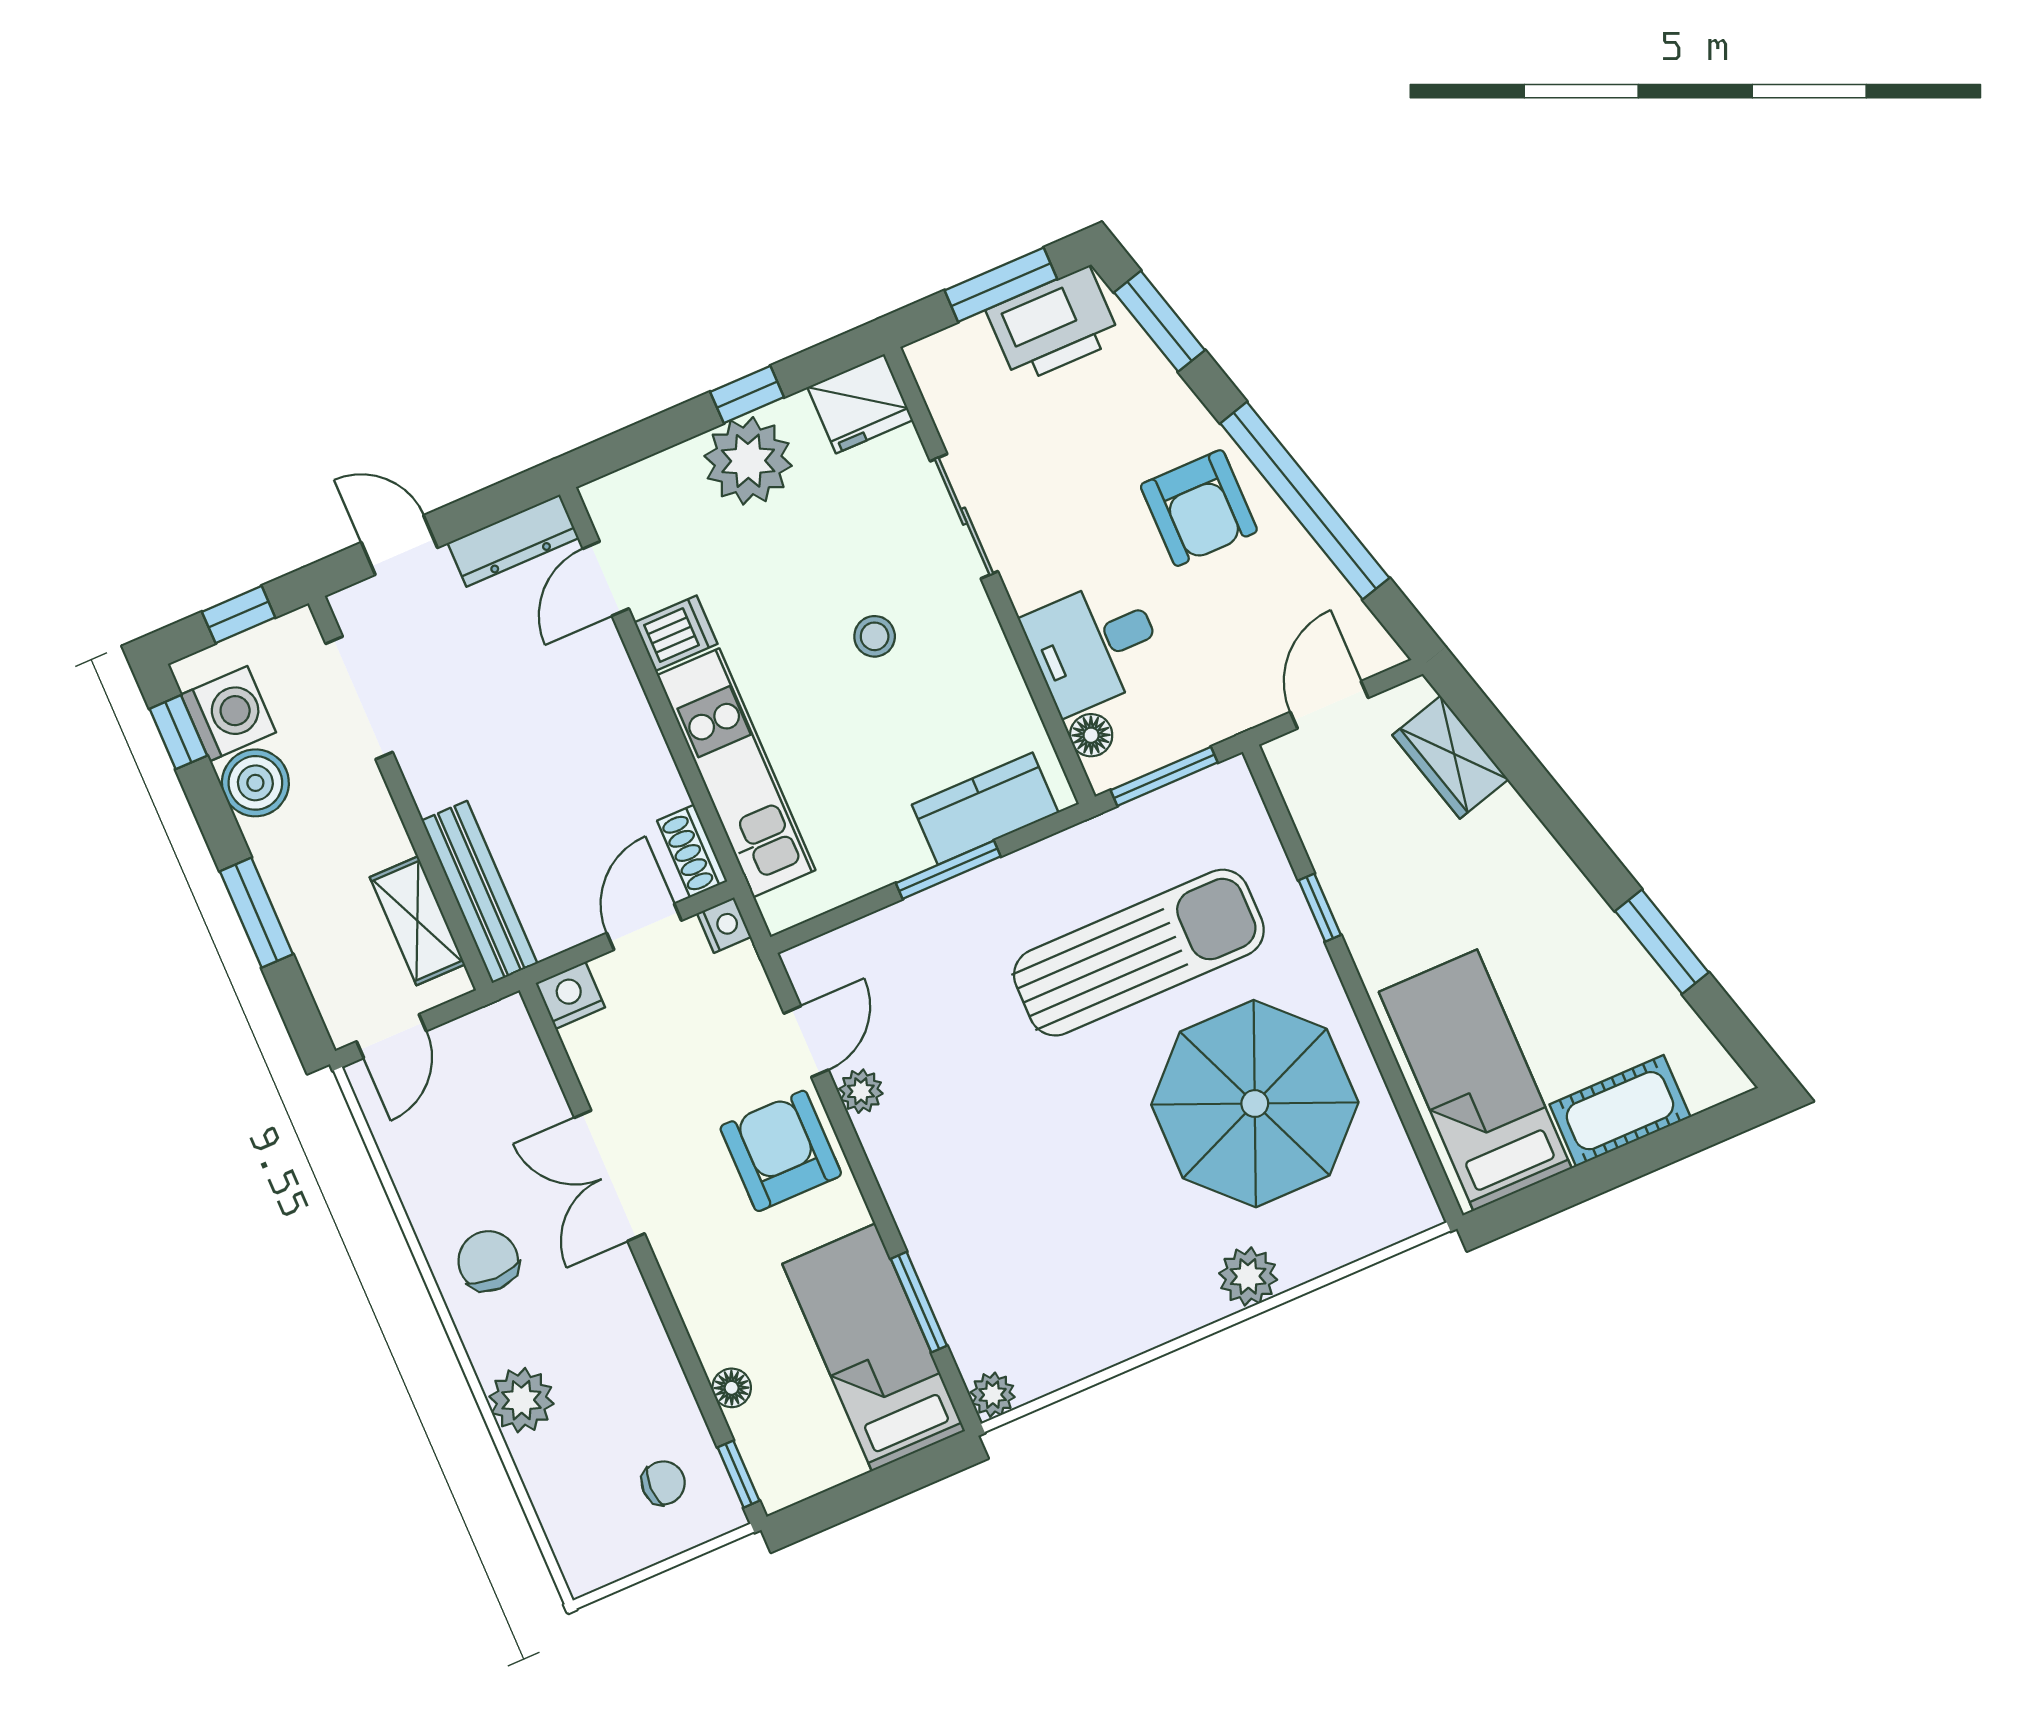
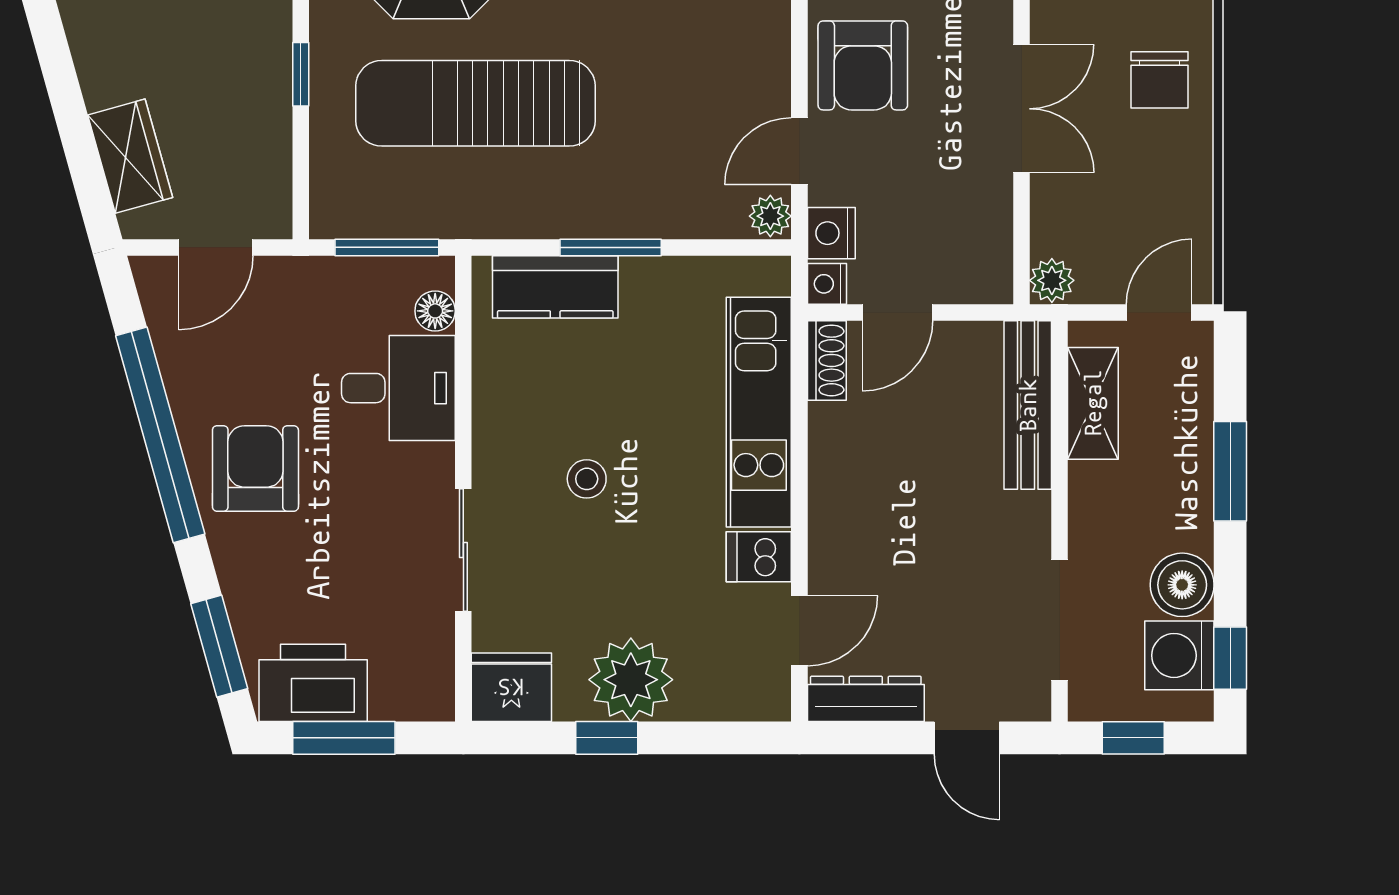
nightstand: (570, 995) -> (831, 233), moved, turned 90
plant: (508, 1022) -> (1052, 280), added
plant: (861, 1091) -> (770, 216), moved

